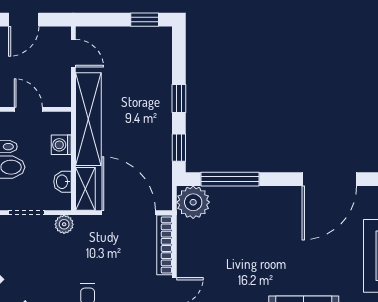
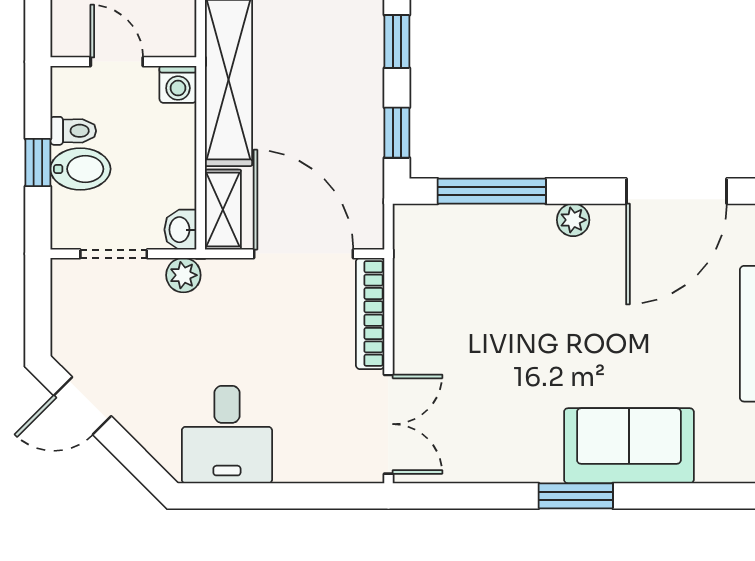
washing machine: (61, 145) -> (178, 84), moved, turned -90
washbasin: (63, 182) -> (180, 230), moved
plant: (193, 202) -> (573, 220), moved, width x0.53, depth x0.53

